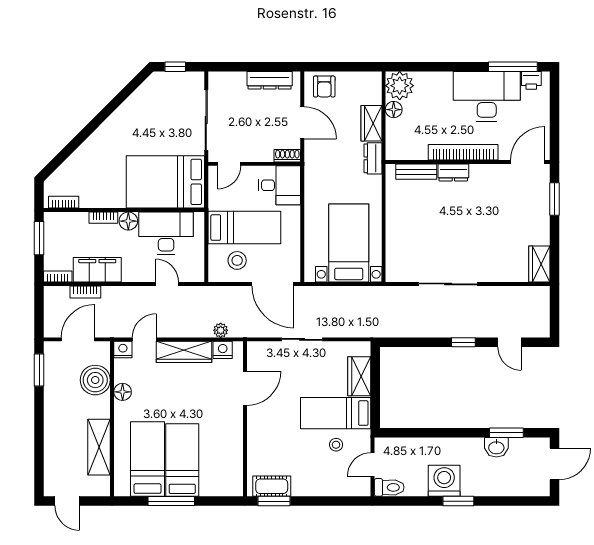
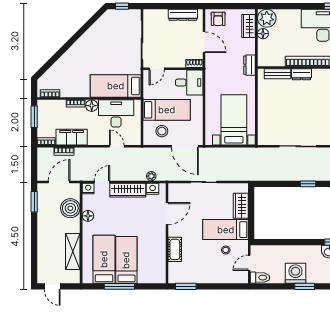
wardrobe: (371, 123) -> (249, 26), moved
bed: (165, 182) -> (116, 86), width x0.67
cot: (272, 486) -> (175, 249), moved, turned 90

